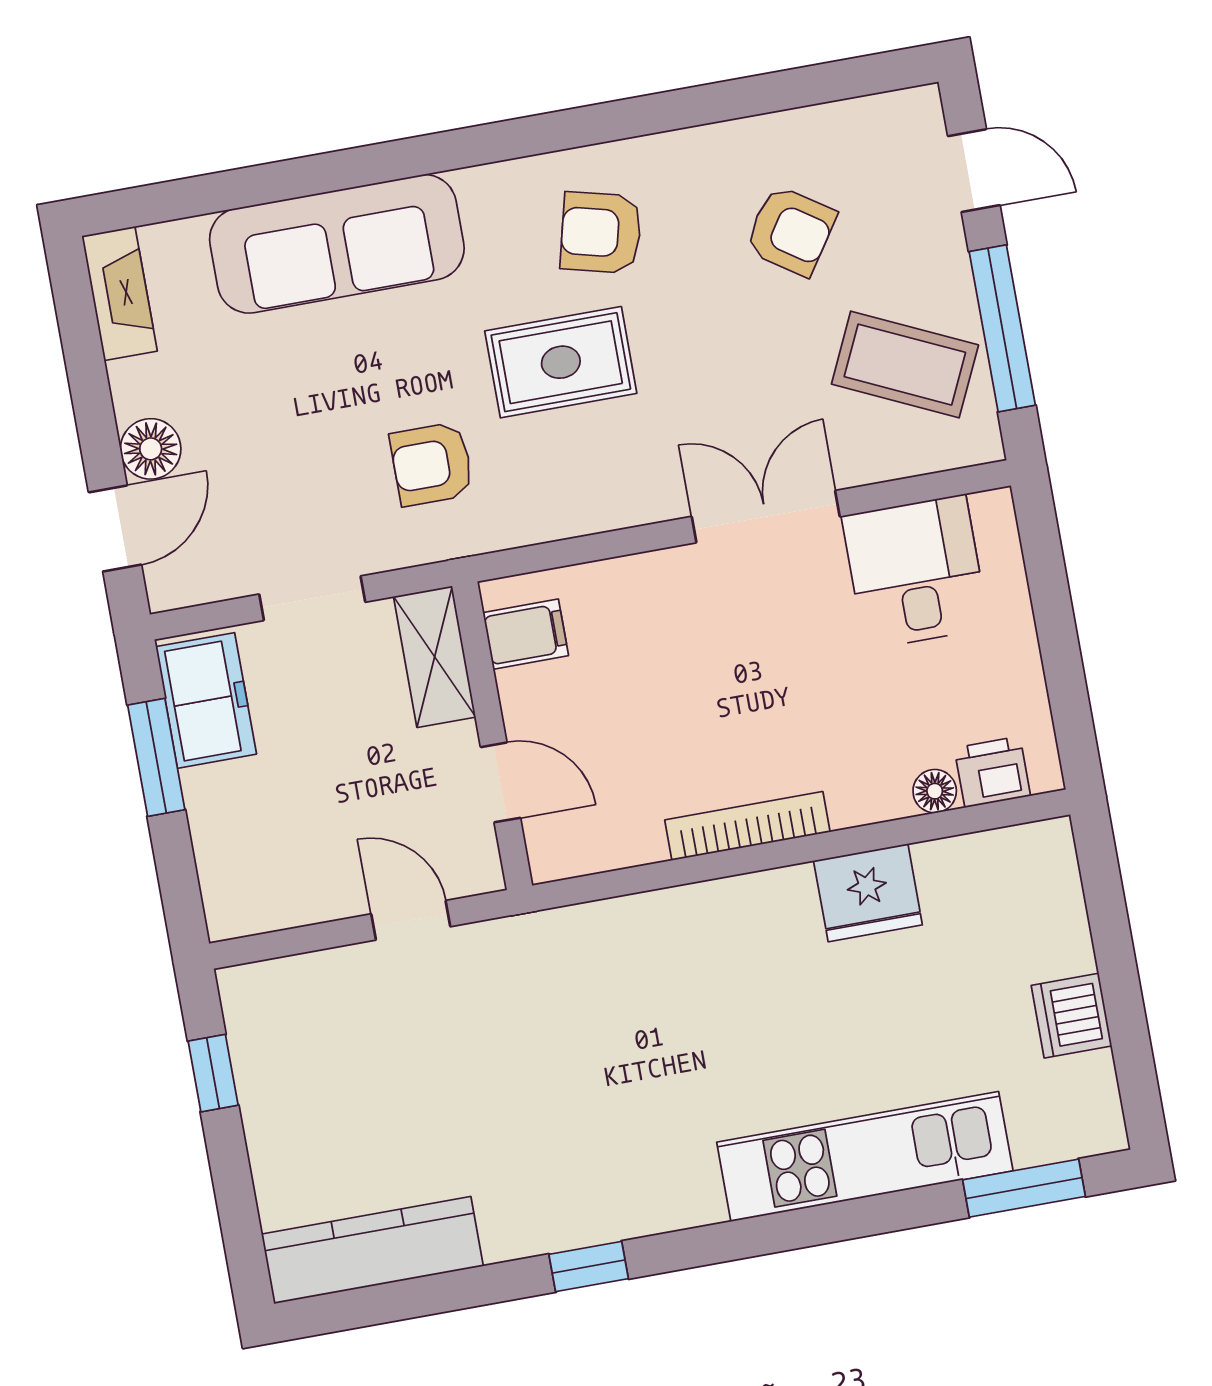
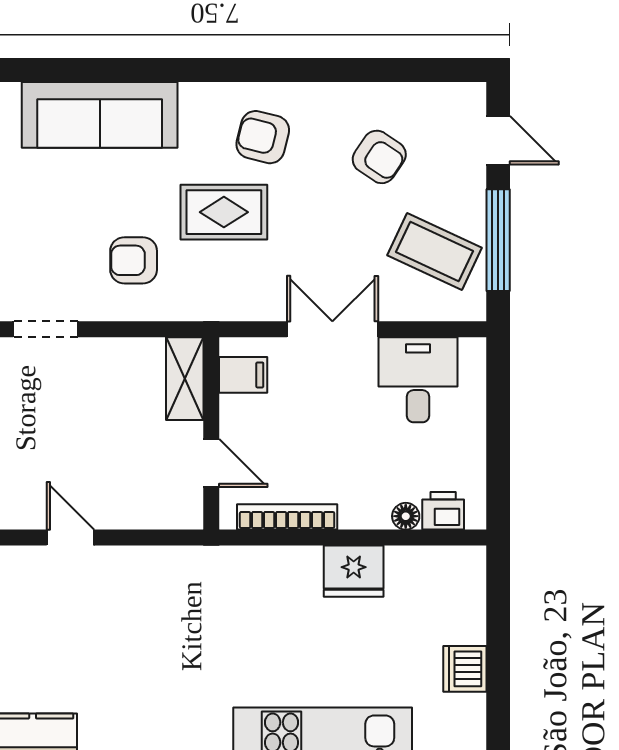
filing cabinet: (526, 634) -> (243, 375), moved
shelving: (435, 657) -> (185, 379), moved
wall: (492, 736) -> (211, 433), moved
door: (501, 782) -> (211, 463), moved

